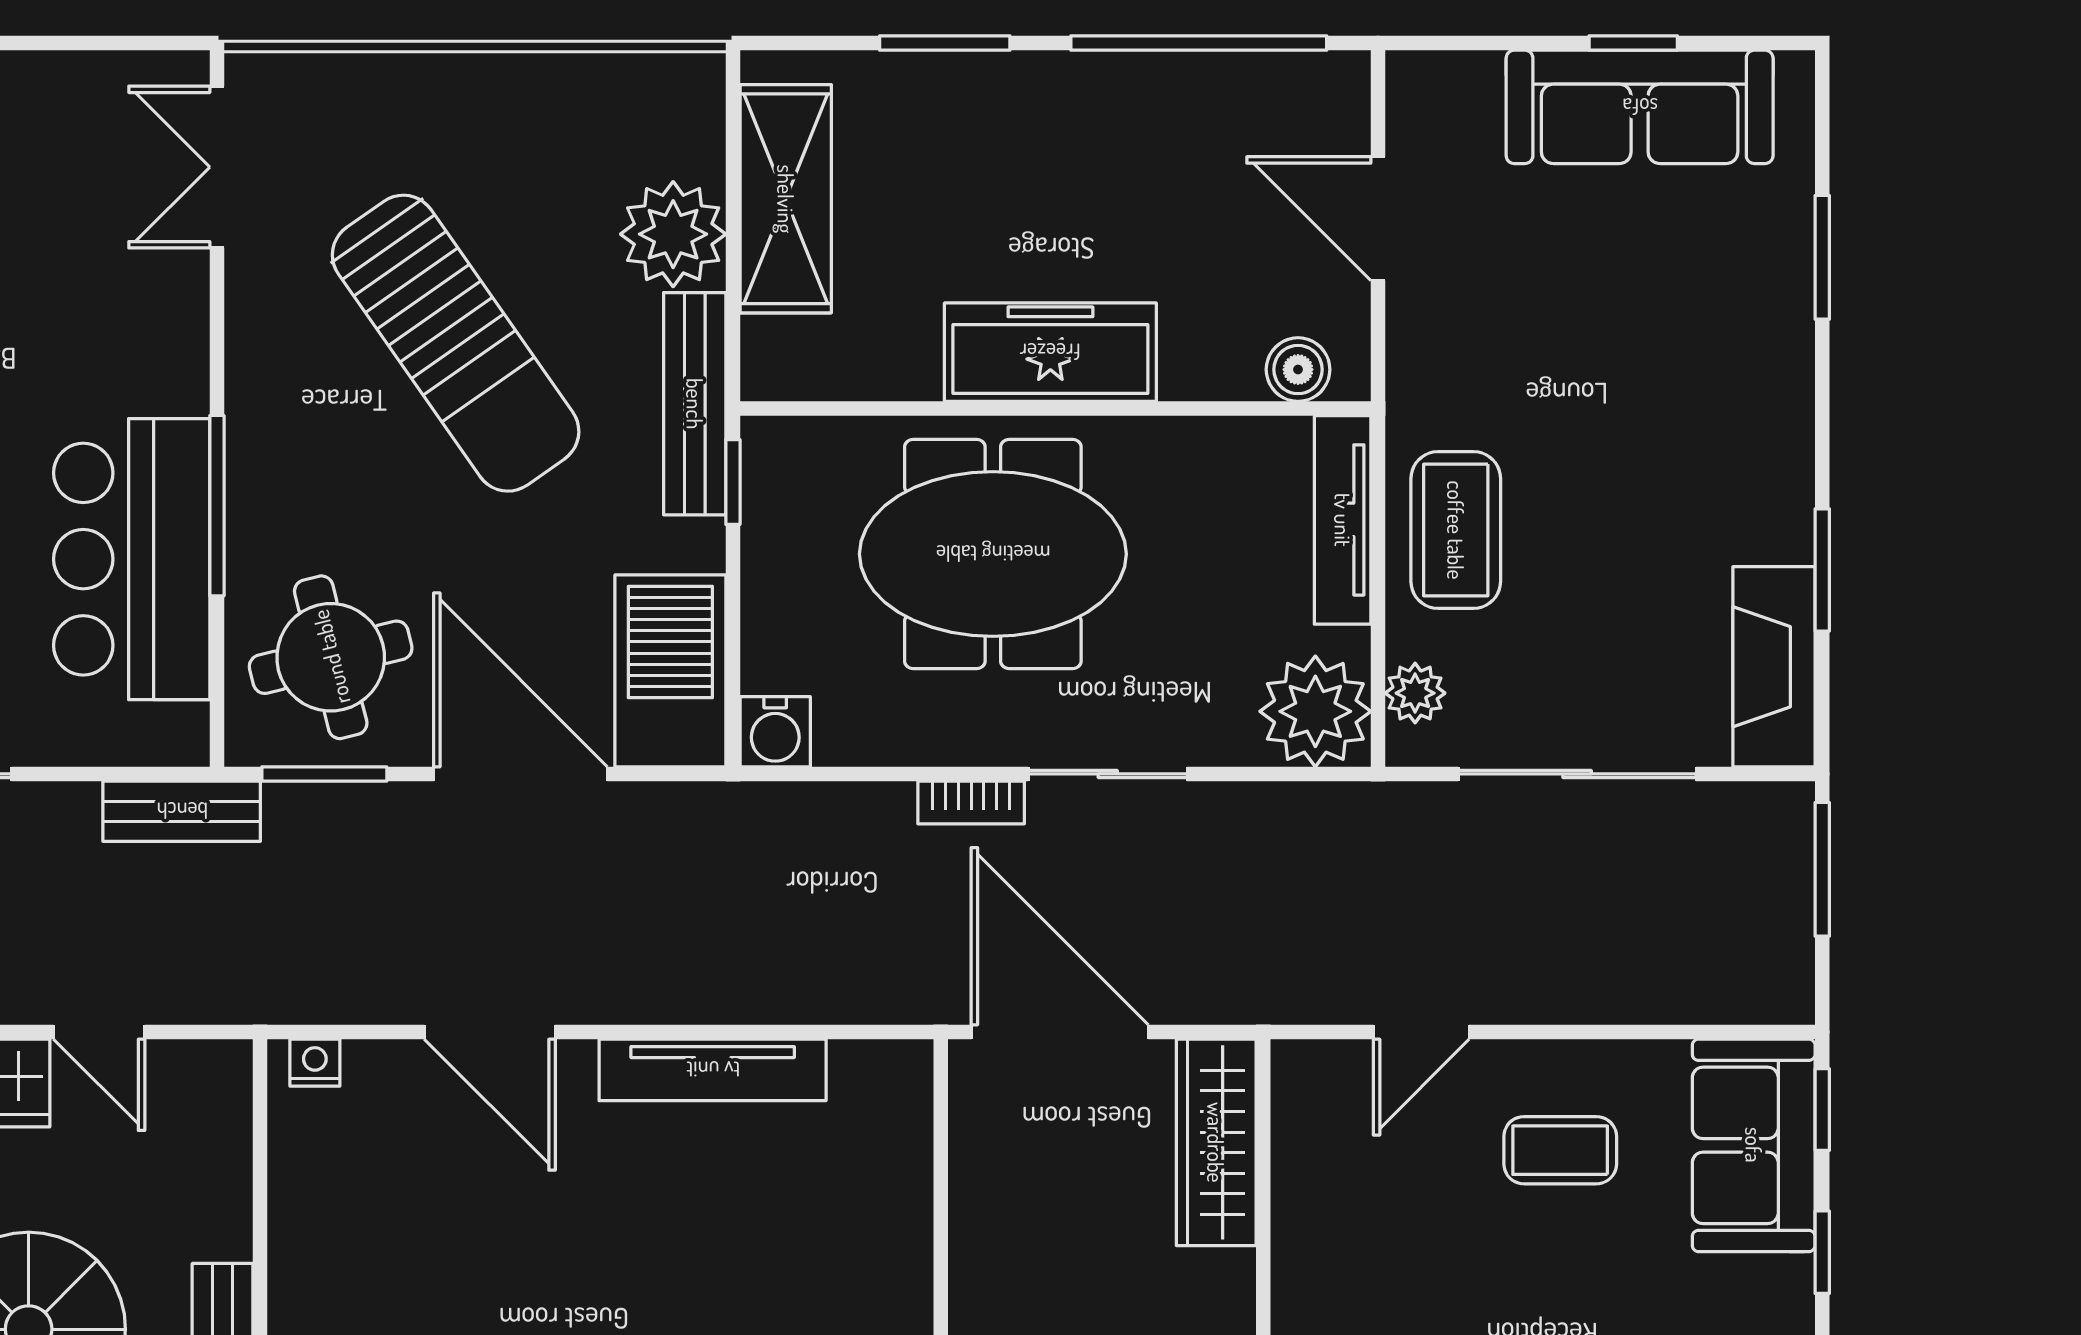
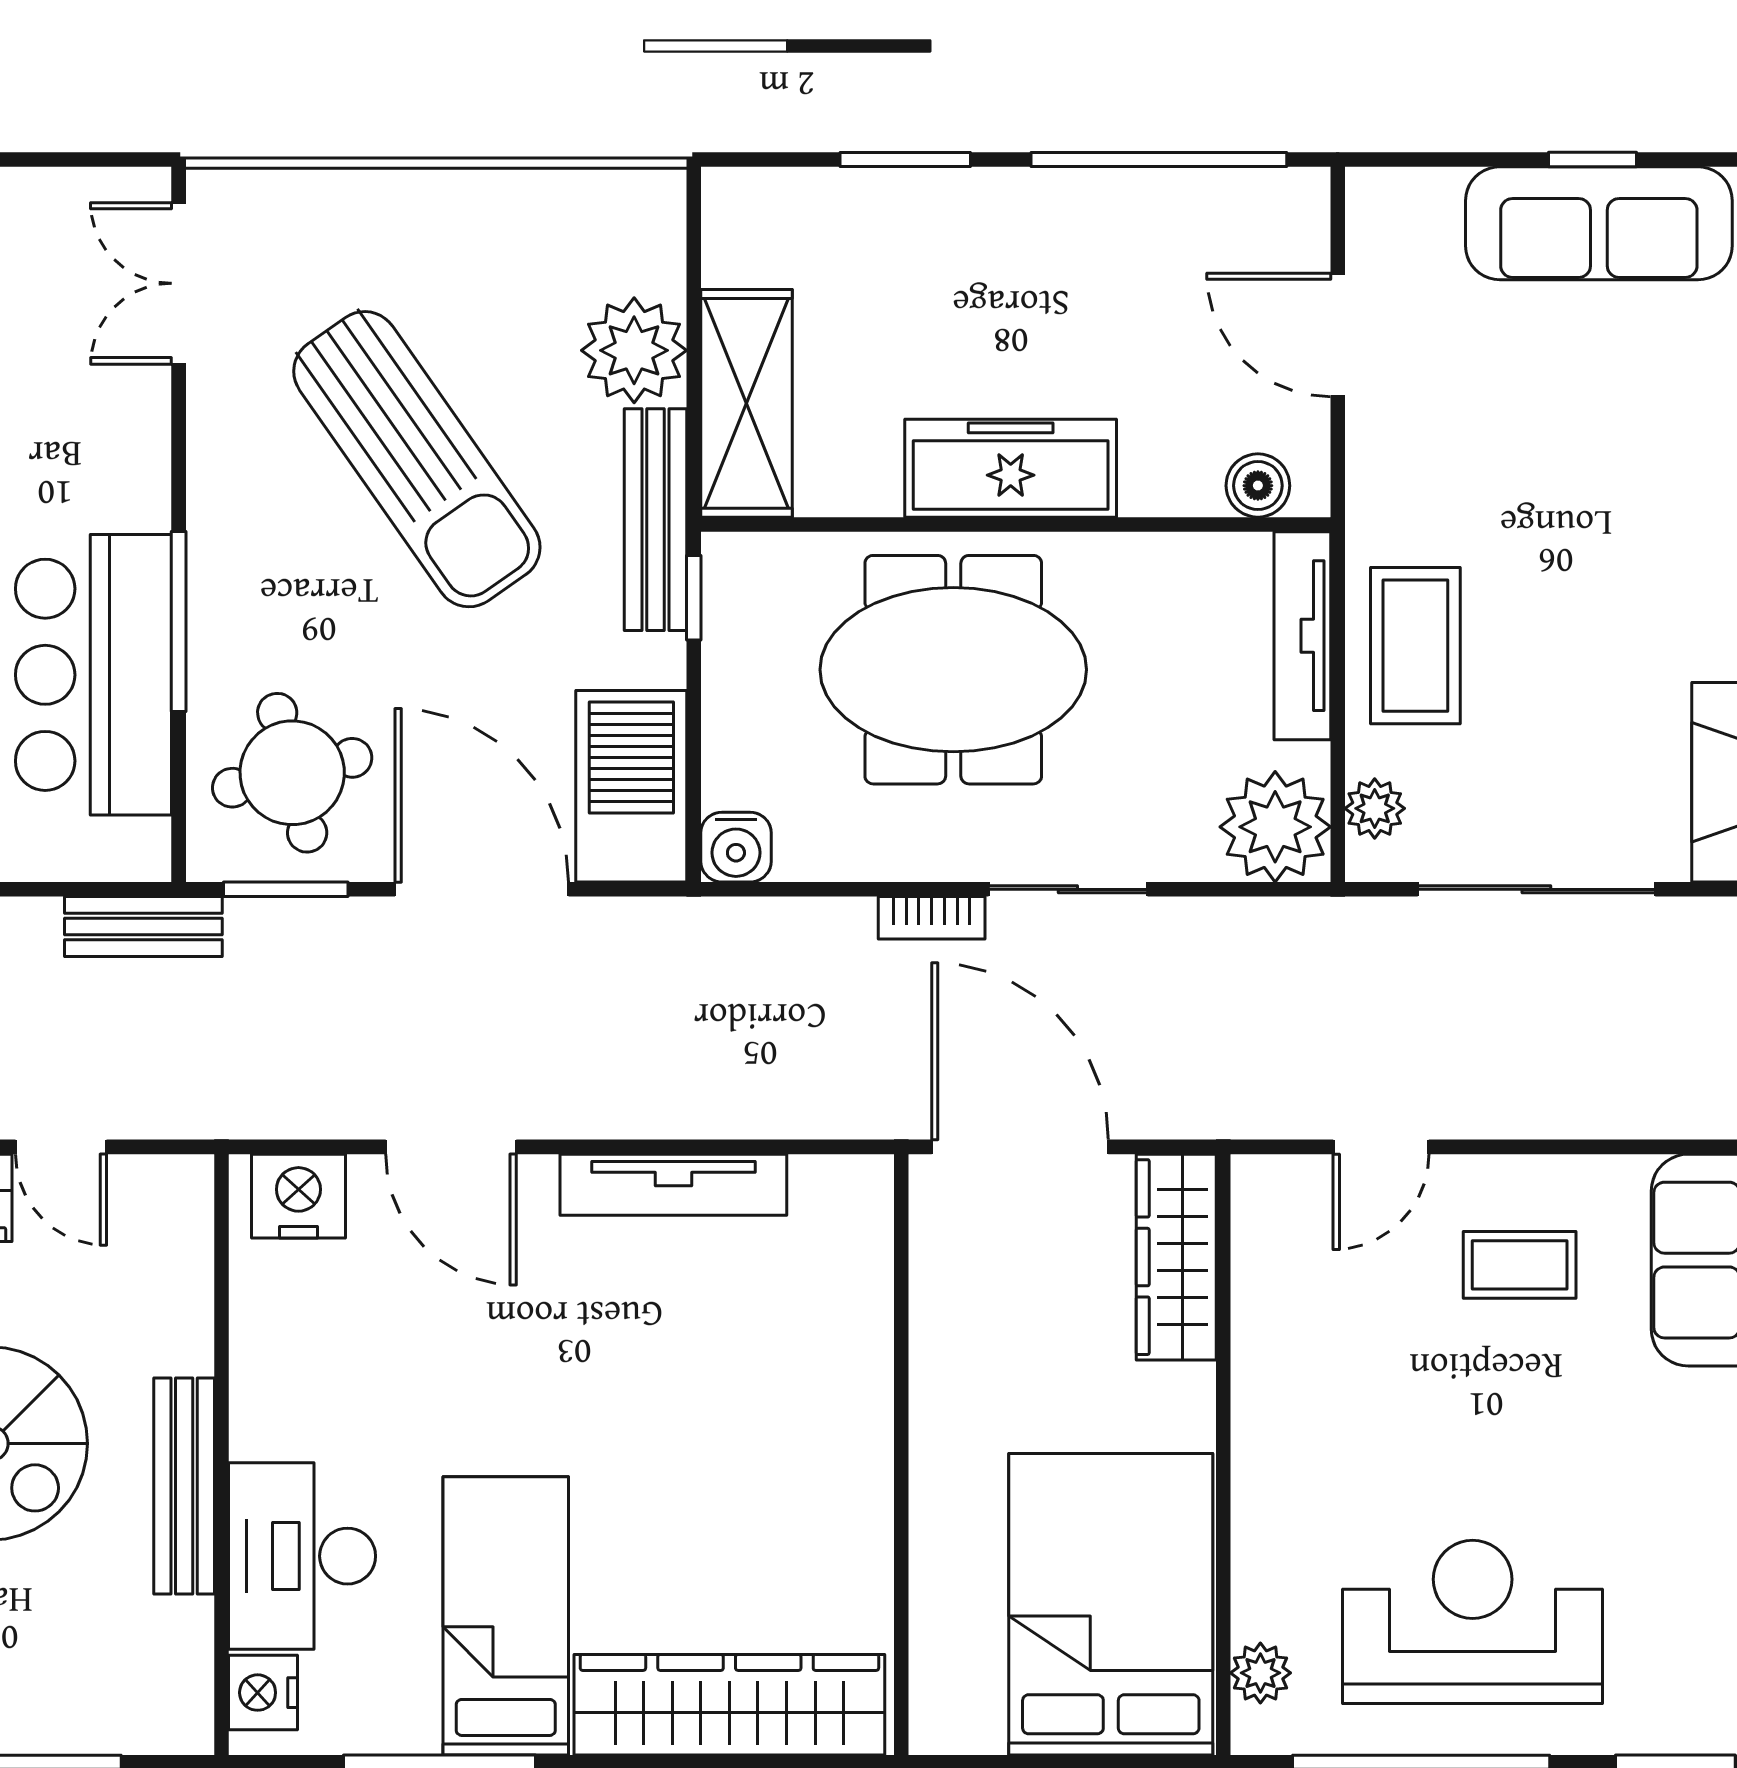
shelving: (786, 199) -> (746, 403), moved
nightstand: (315, 1063) -> (298, 1196), width x1.89, depth x1.79

